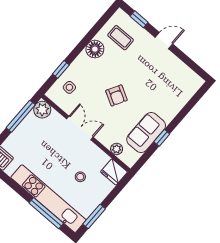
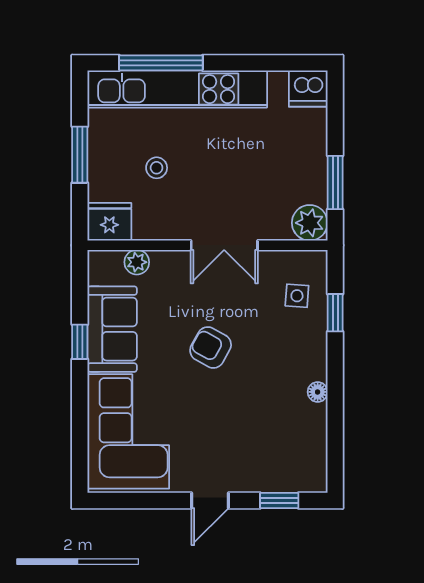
coffee table: (121, 38) -> (284, 446), removed
floor lamp: (95, 49) -> (318, 392), width x0.53, depth x0.53
corner sofa: (172, 91) -> (128, 431), added
window: (21, 116) -> (335, 183), width x0.69
window: (94, 217) -> (80, 155), moved

